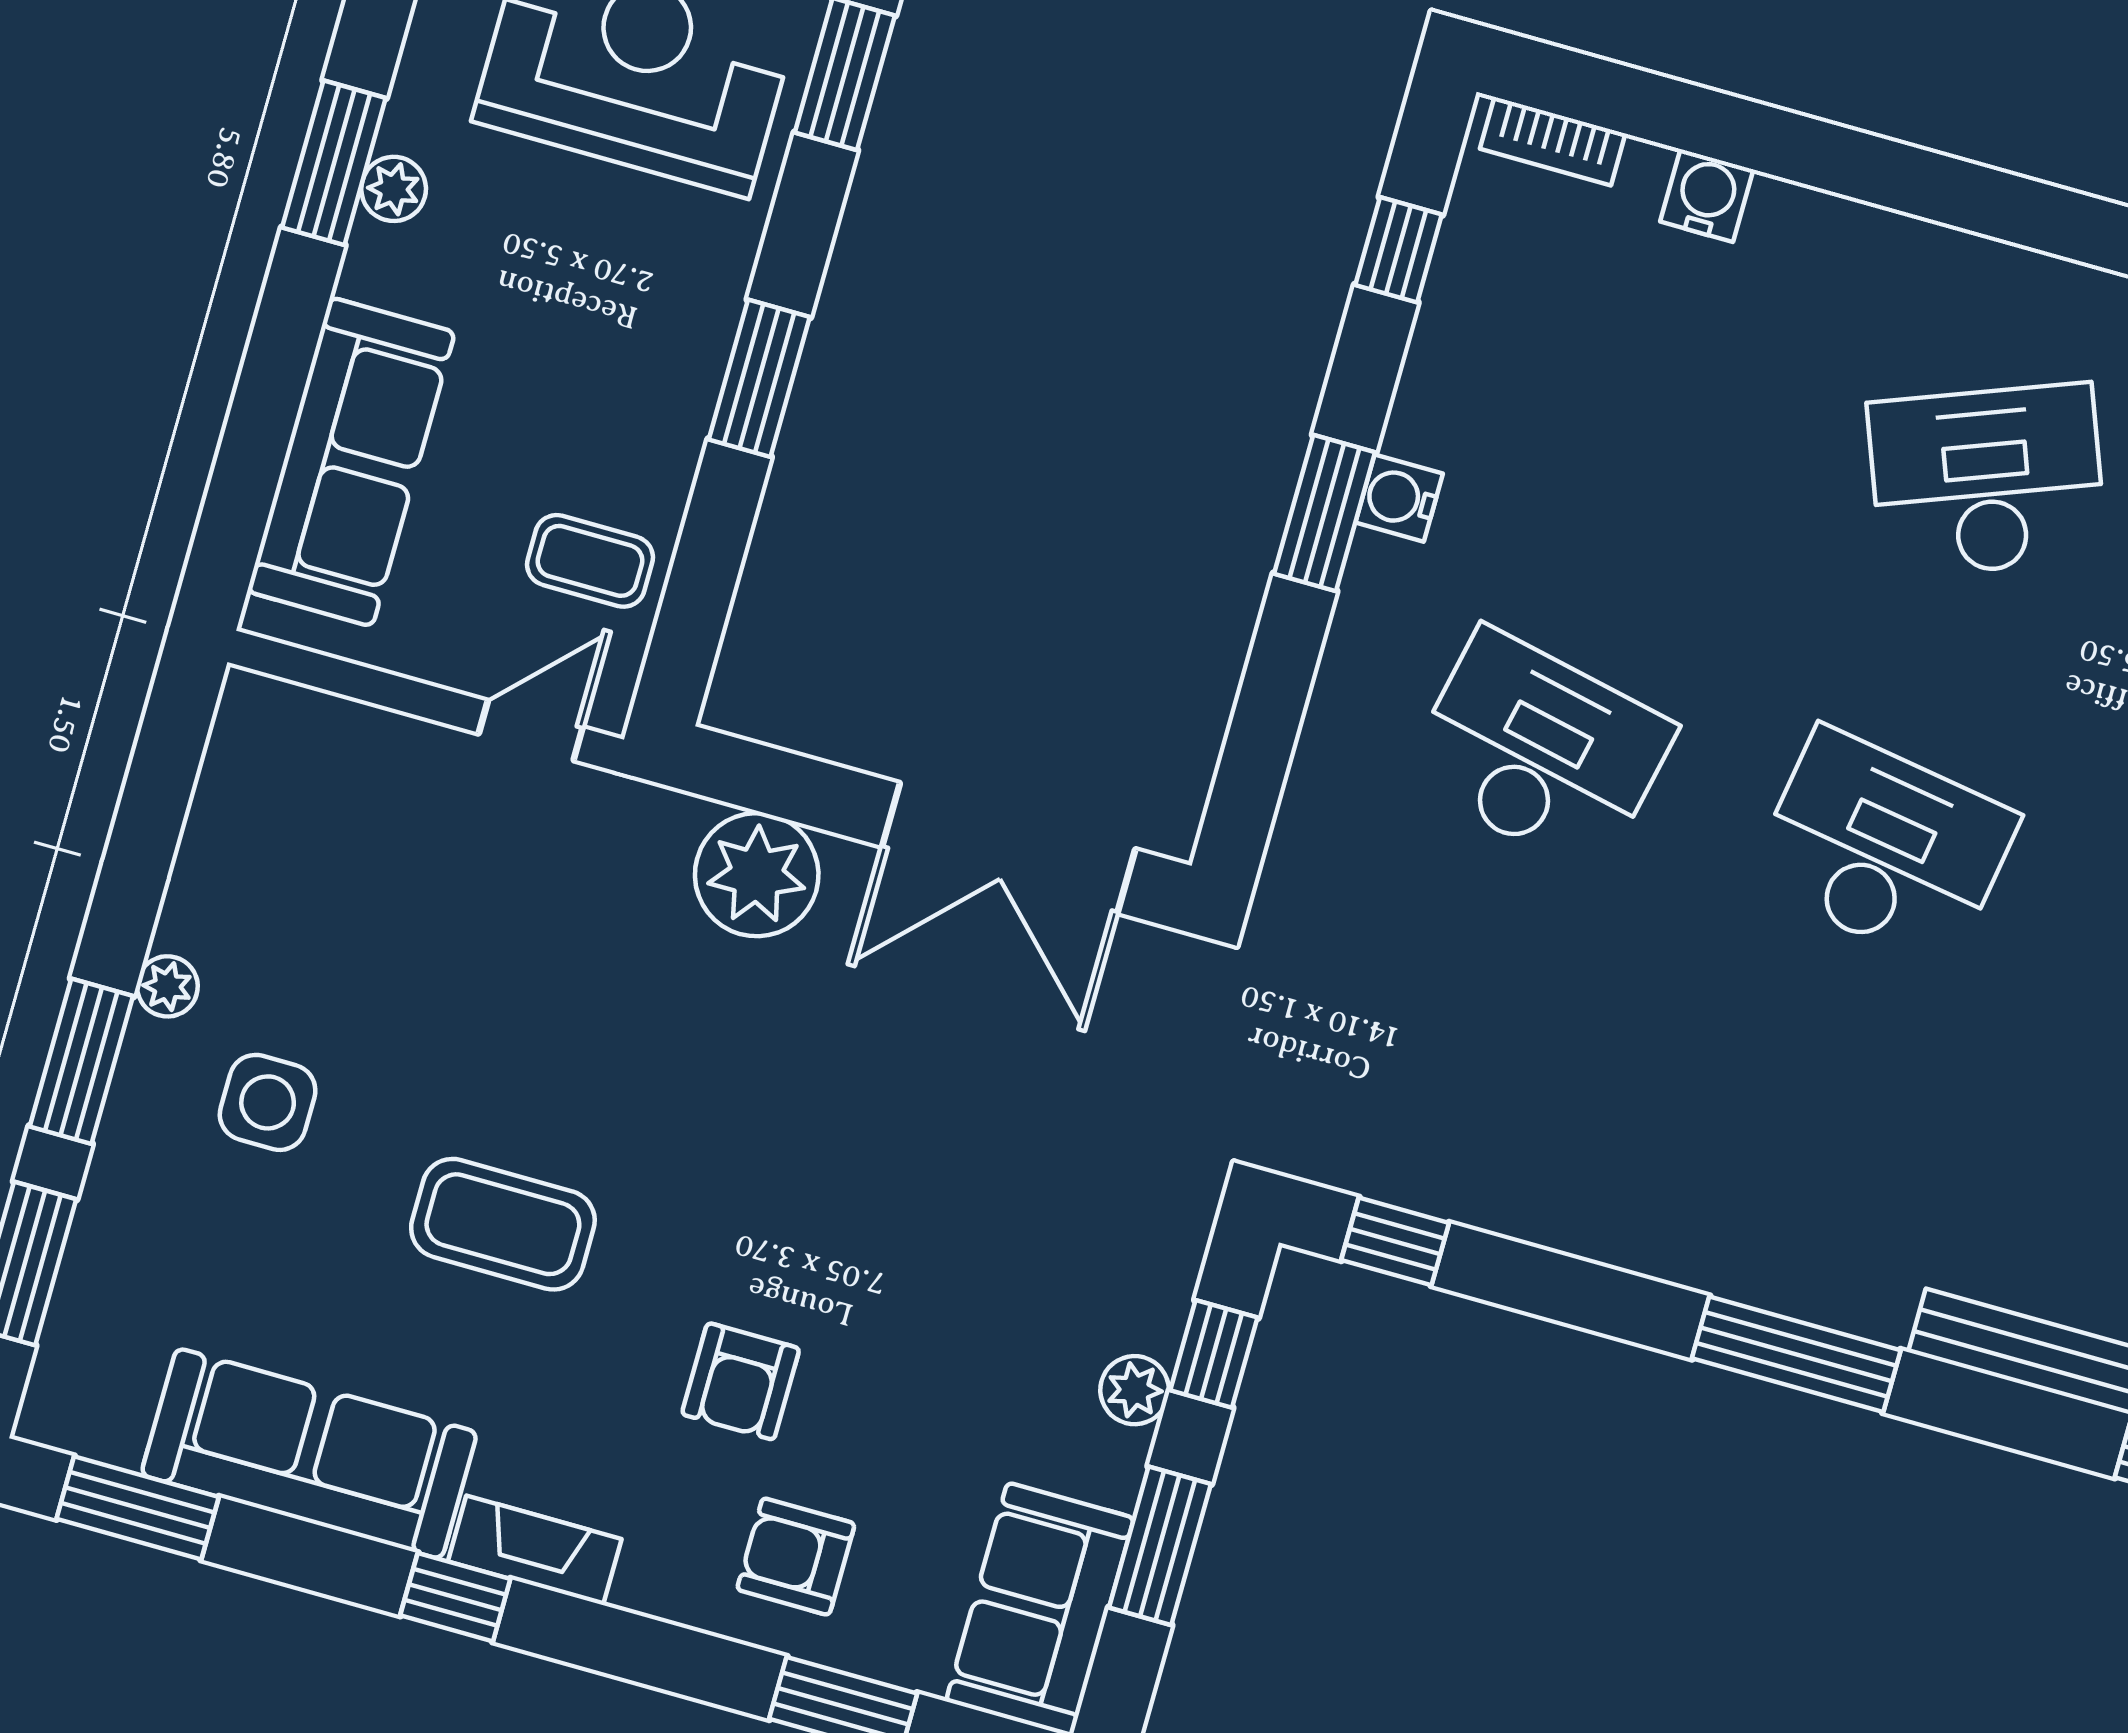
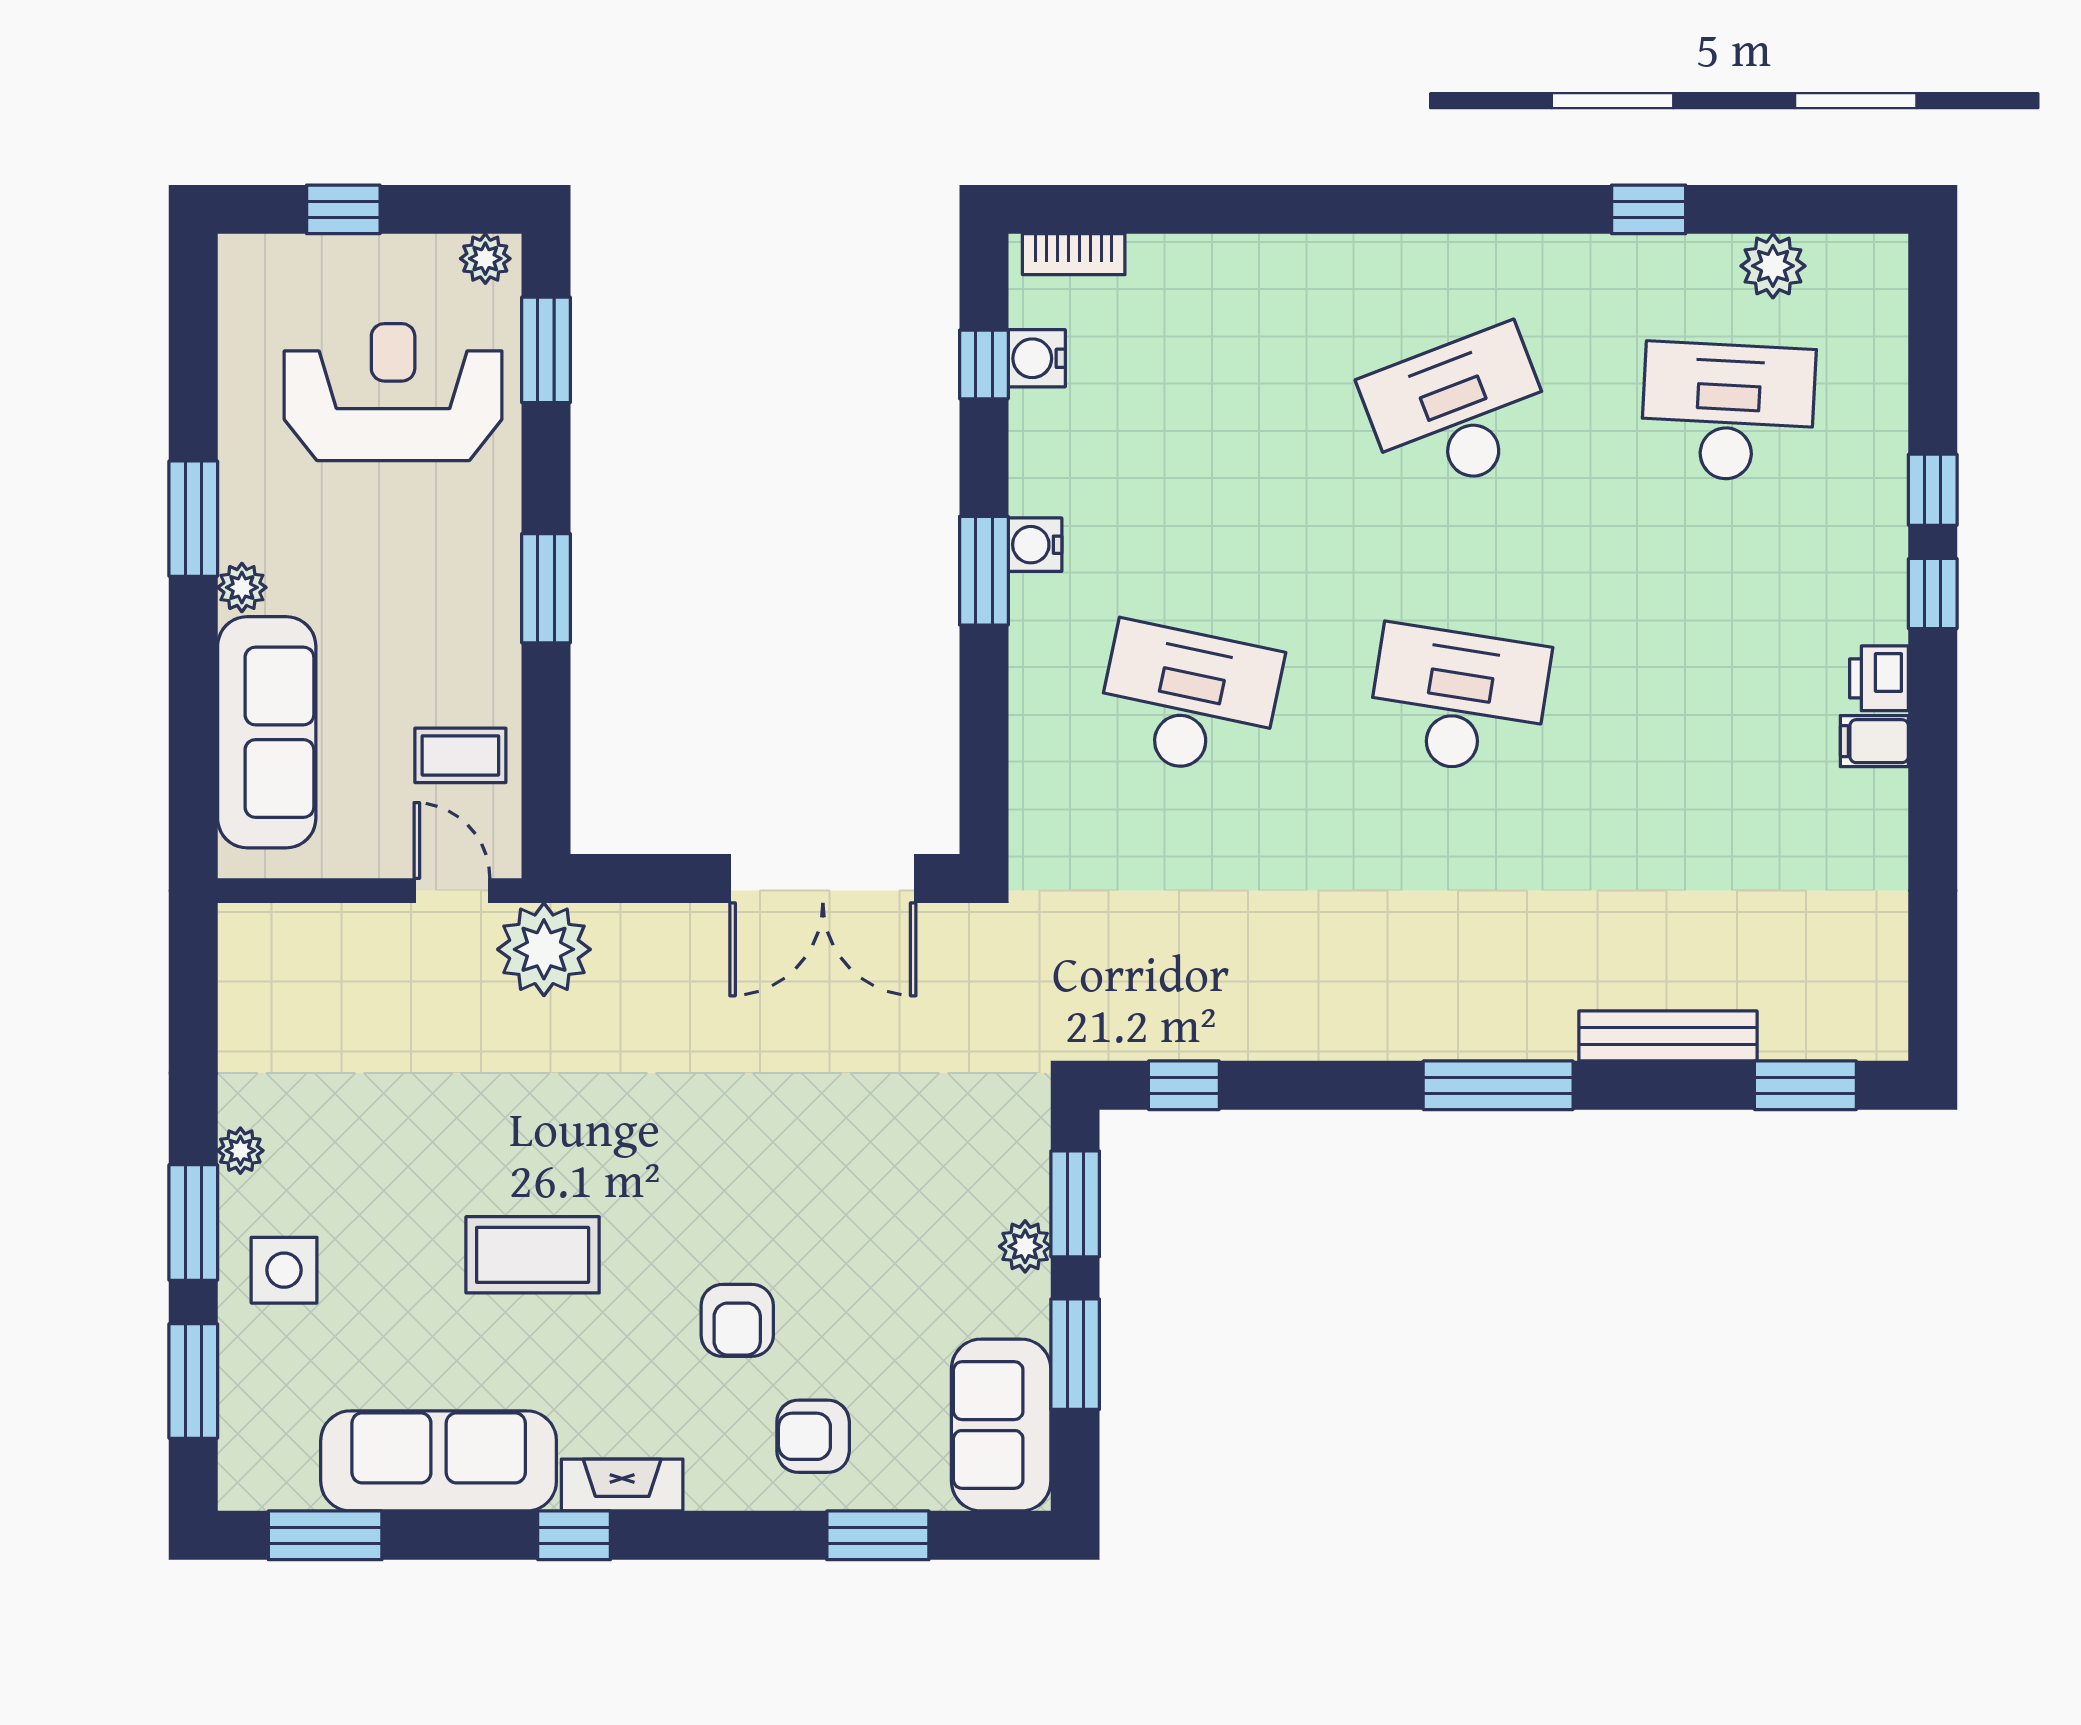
plant: (394, 189) -> (242, 587), moved
water cooler: (1707, 196) -> (1037, 358), moved, turned -90
door: (531, 730) -> (452, 891), hinge flipped
plant: (757, 875) -> (544, 949), moved
side table: (268, 1102) -> (284, 1270), moved
window: (1214, 1354) -> (1075, 1204), width x1.50

